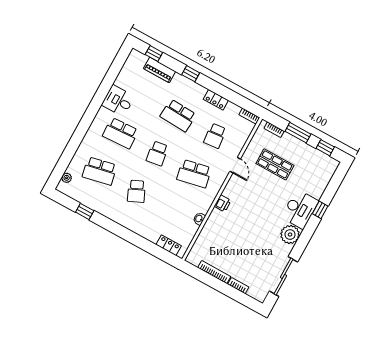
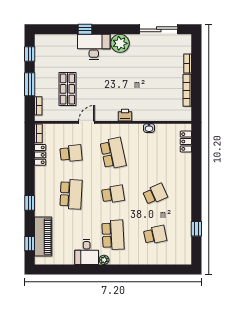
piano: (160, 70) -> (43, 237), width x1.37, depth x1.33
locker: (216, 100) -> (40, 155), moved
school desk: (100, 171) -> (155, 235), width x0.54
plant: (67, 178) -> (104, 260), moved

